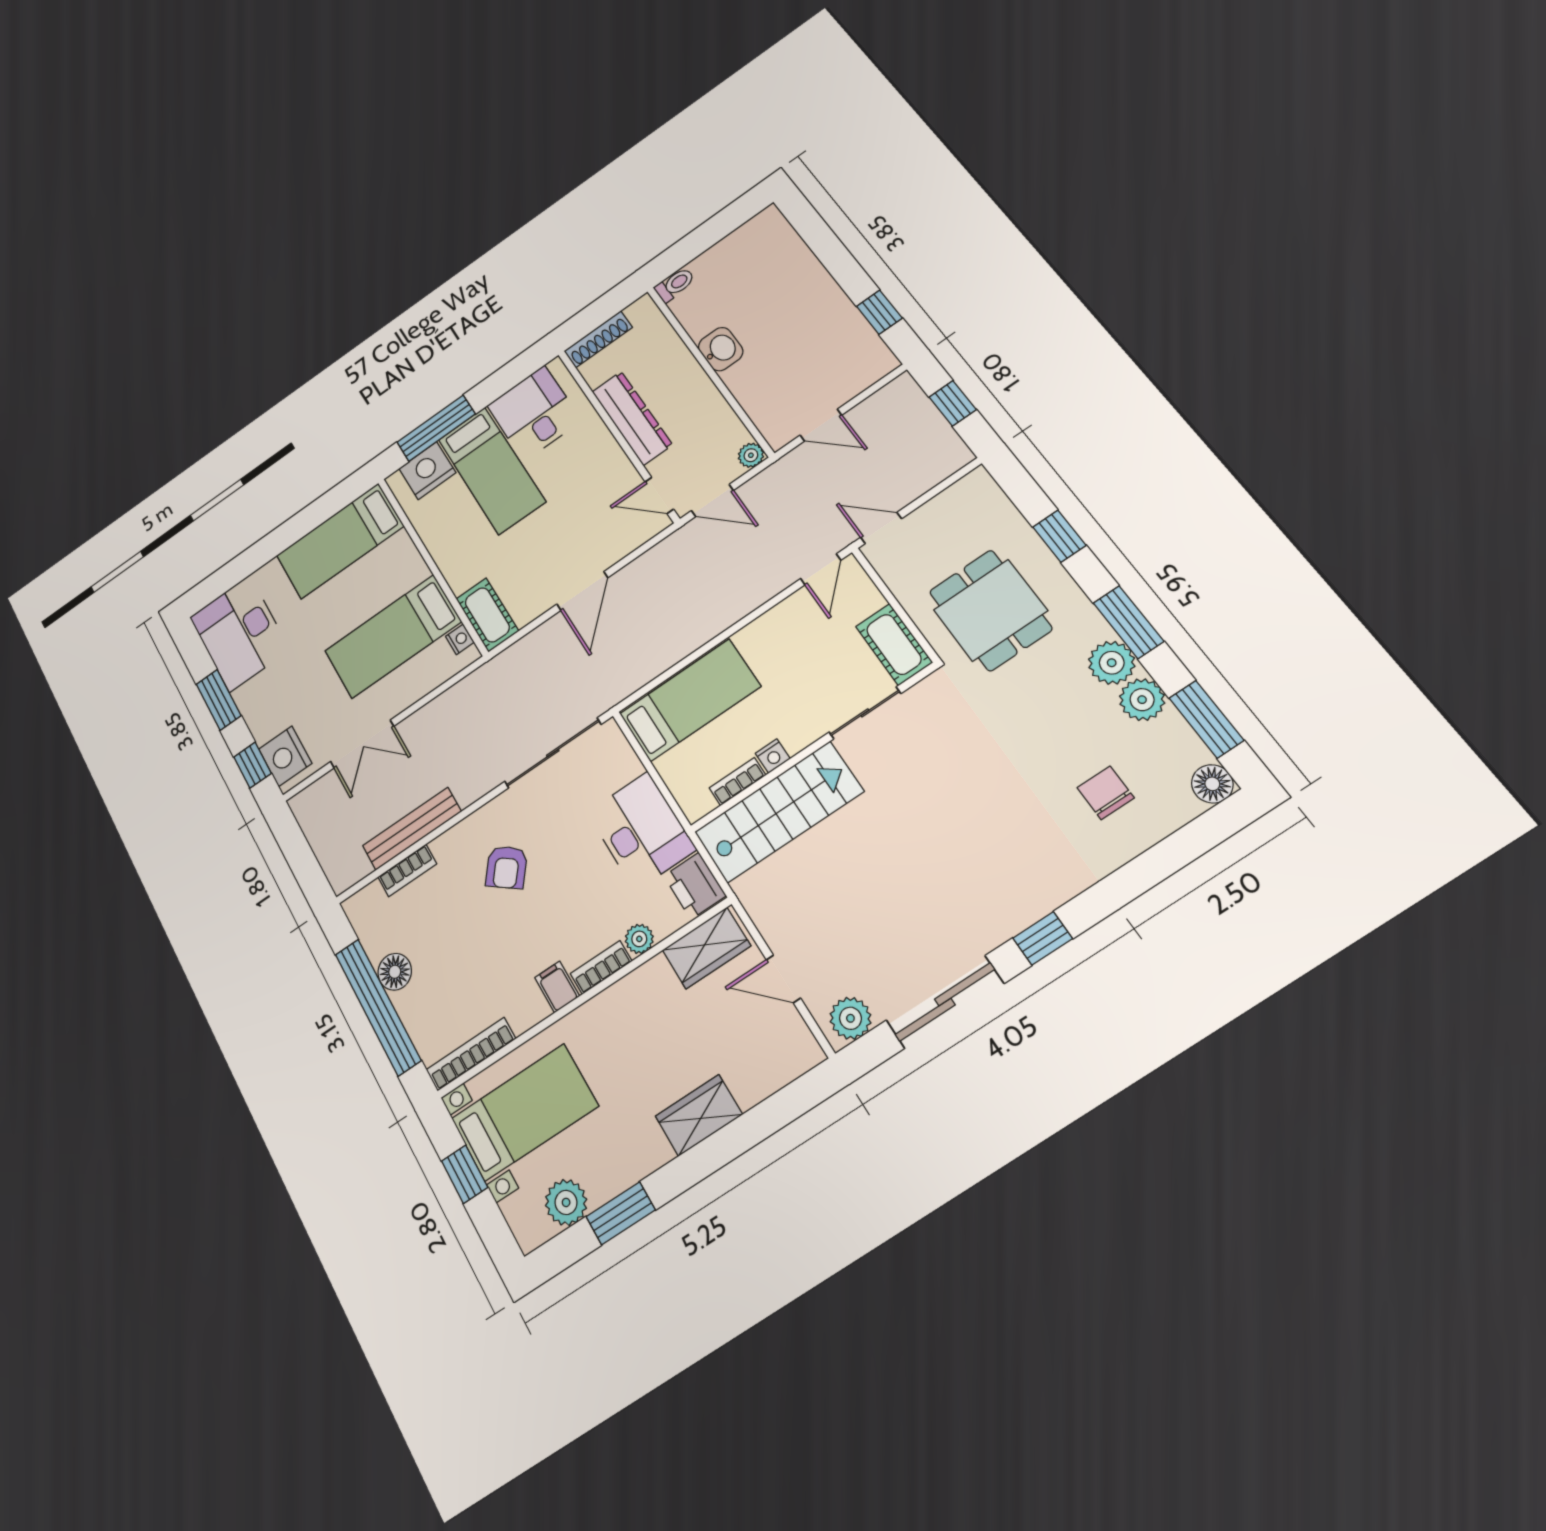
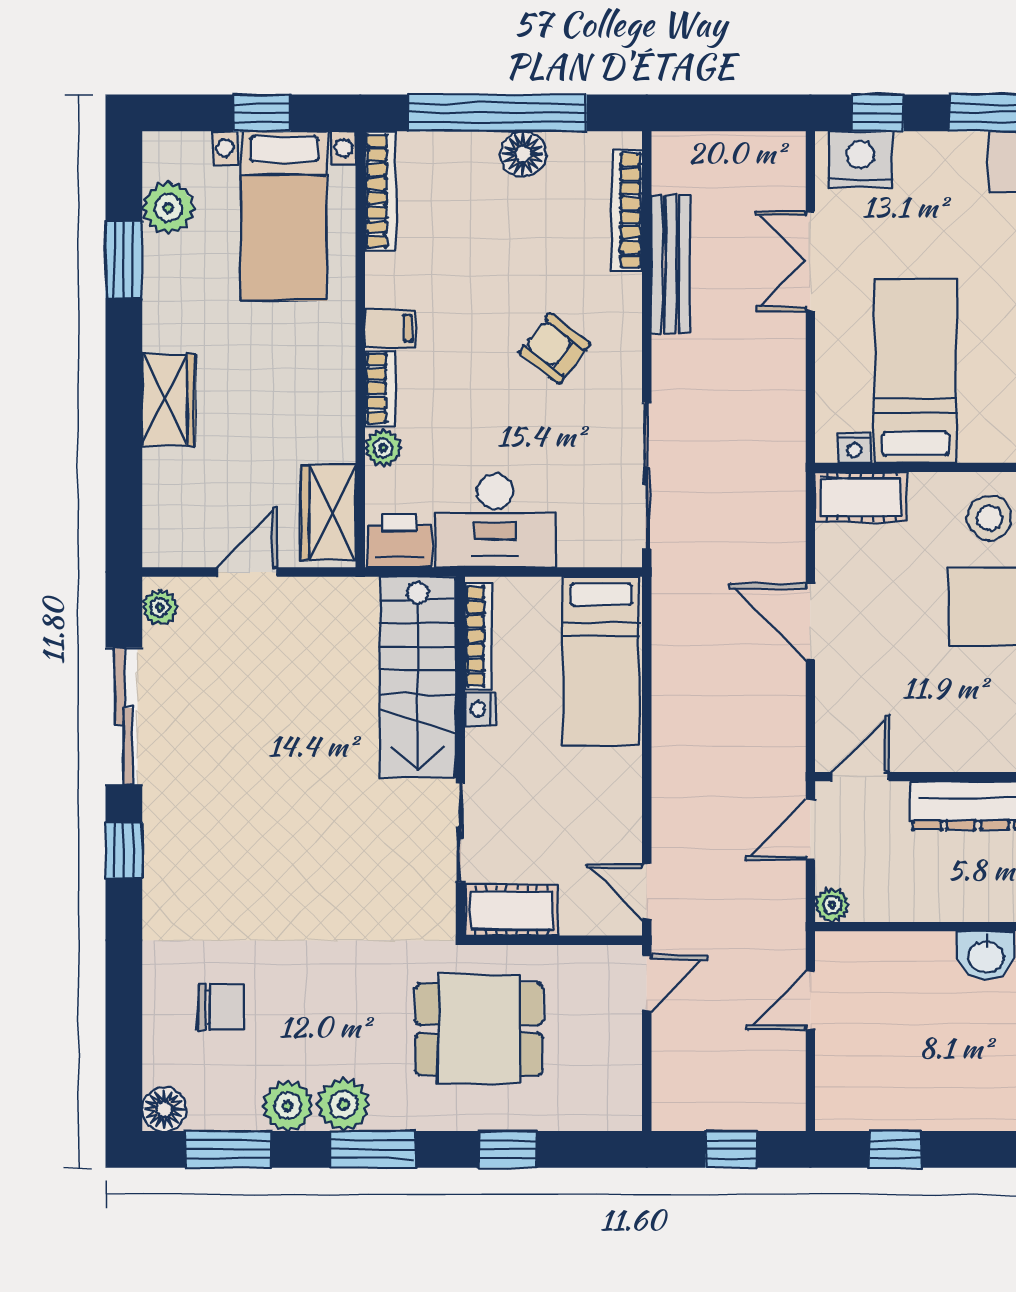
stool: (455, 533) -> (989, 518), added
bookcase: (737, 781) -> (478, 636), width x1.56
bookcase: (407, 870) -> (627, 210), width x1.56
plant: (850, 1018) -> (160, 607), width x0.73, depth x0.73

